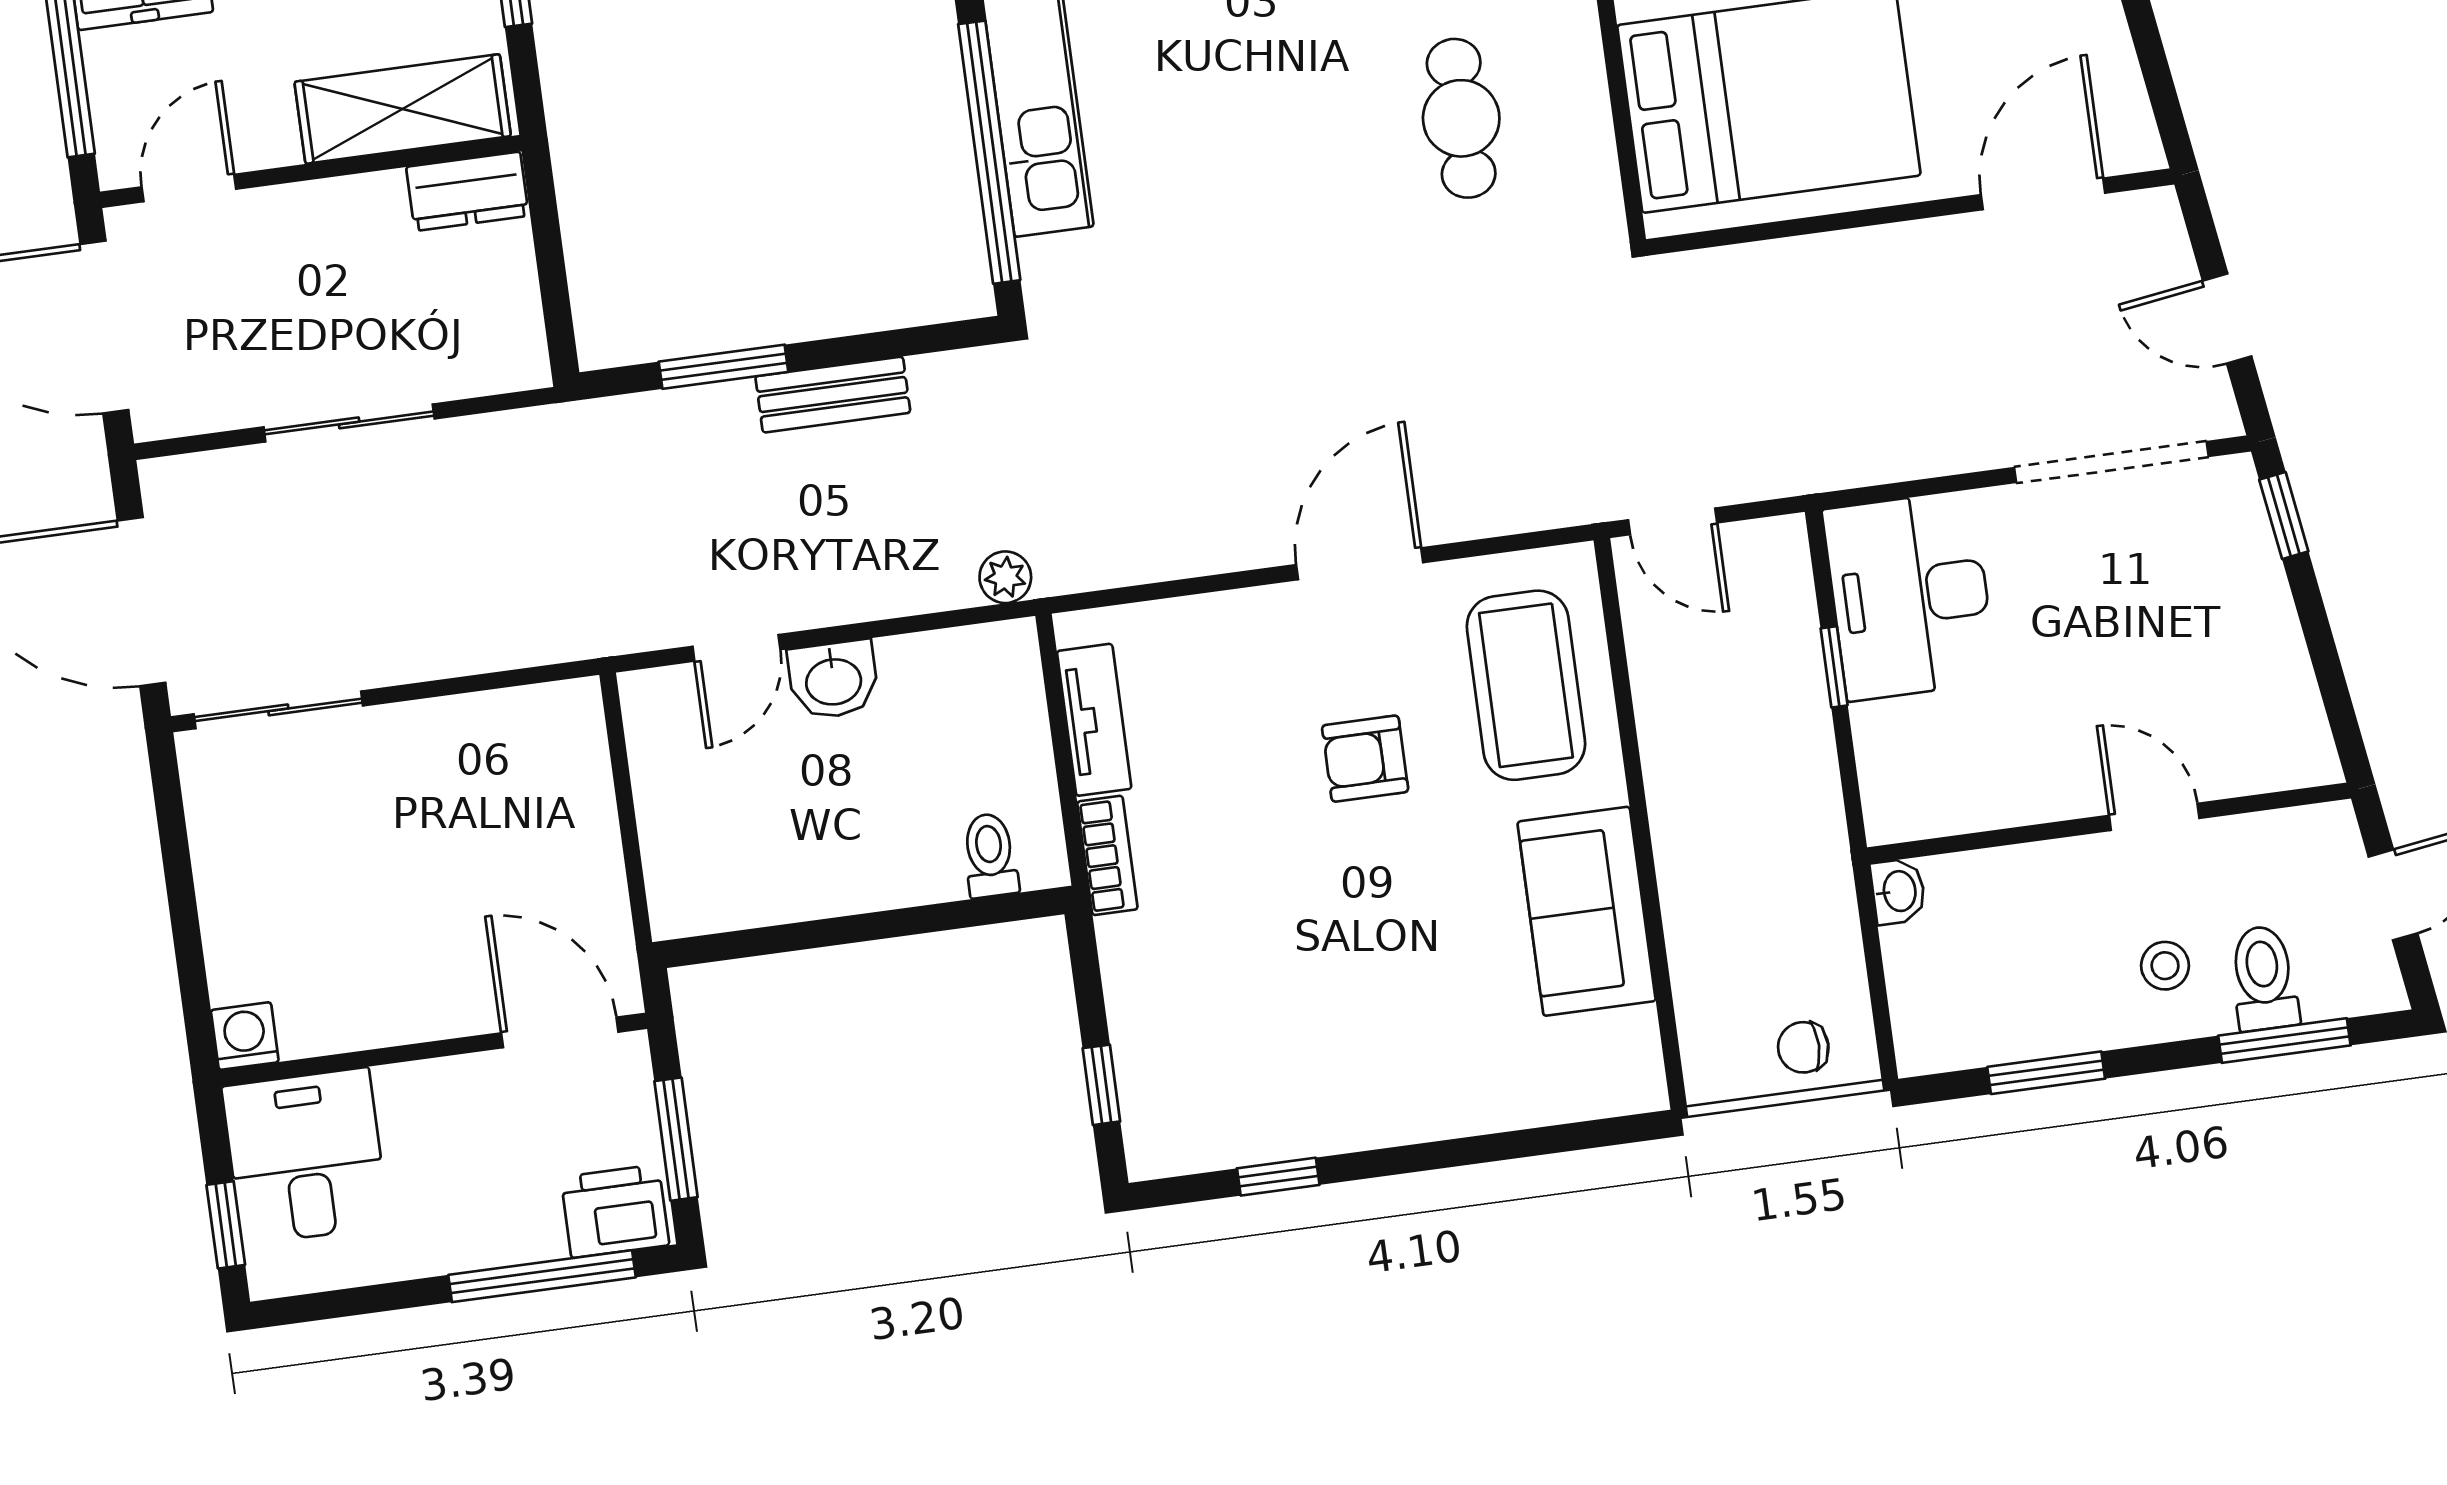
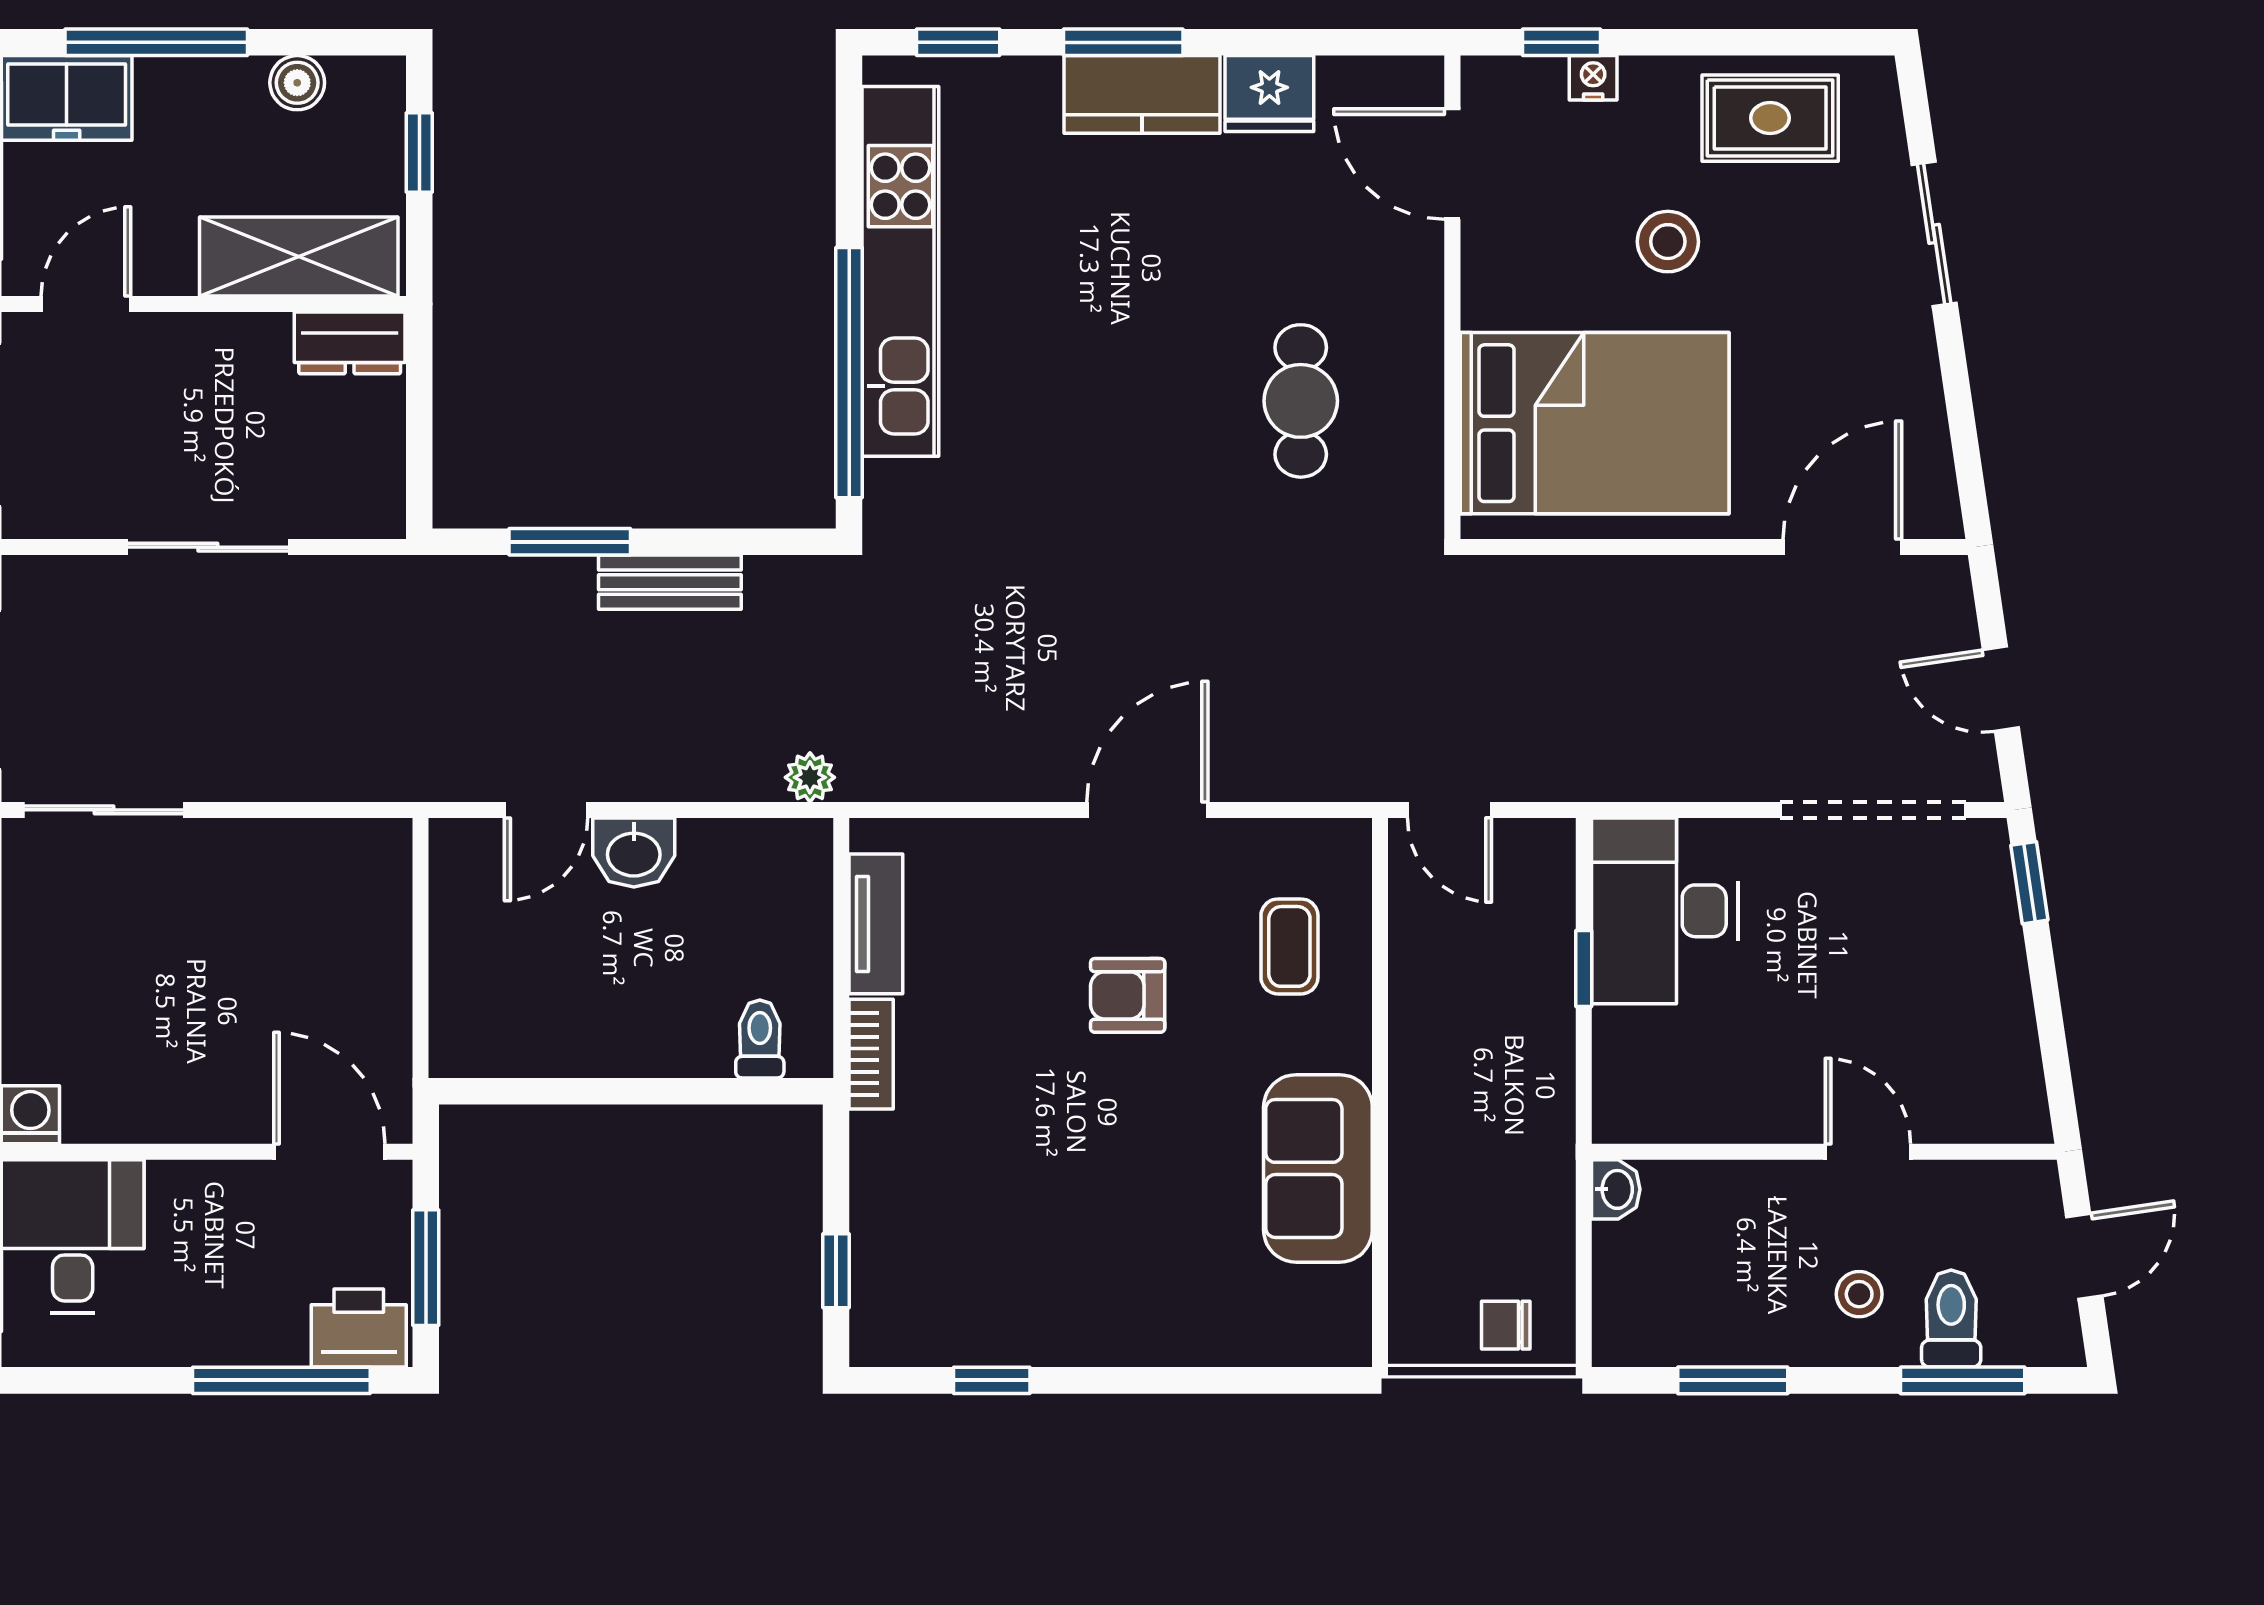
coffee table: (1526, 685) -> (1289, 946), width x0.54, depth x0.58

